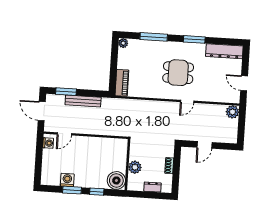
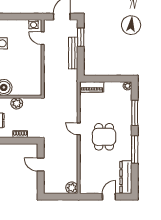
window: (194, 39) -> (135, 149), width x1.44
door: (244, 83) -> (109, 197), moved
door: (187, 101) -> (79, 129), moved

